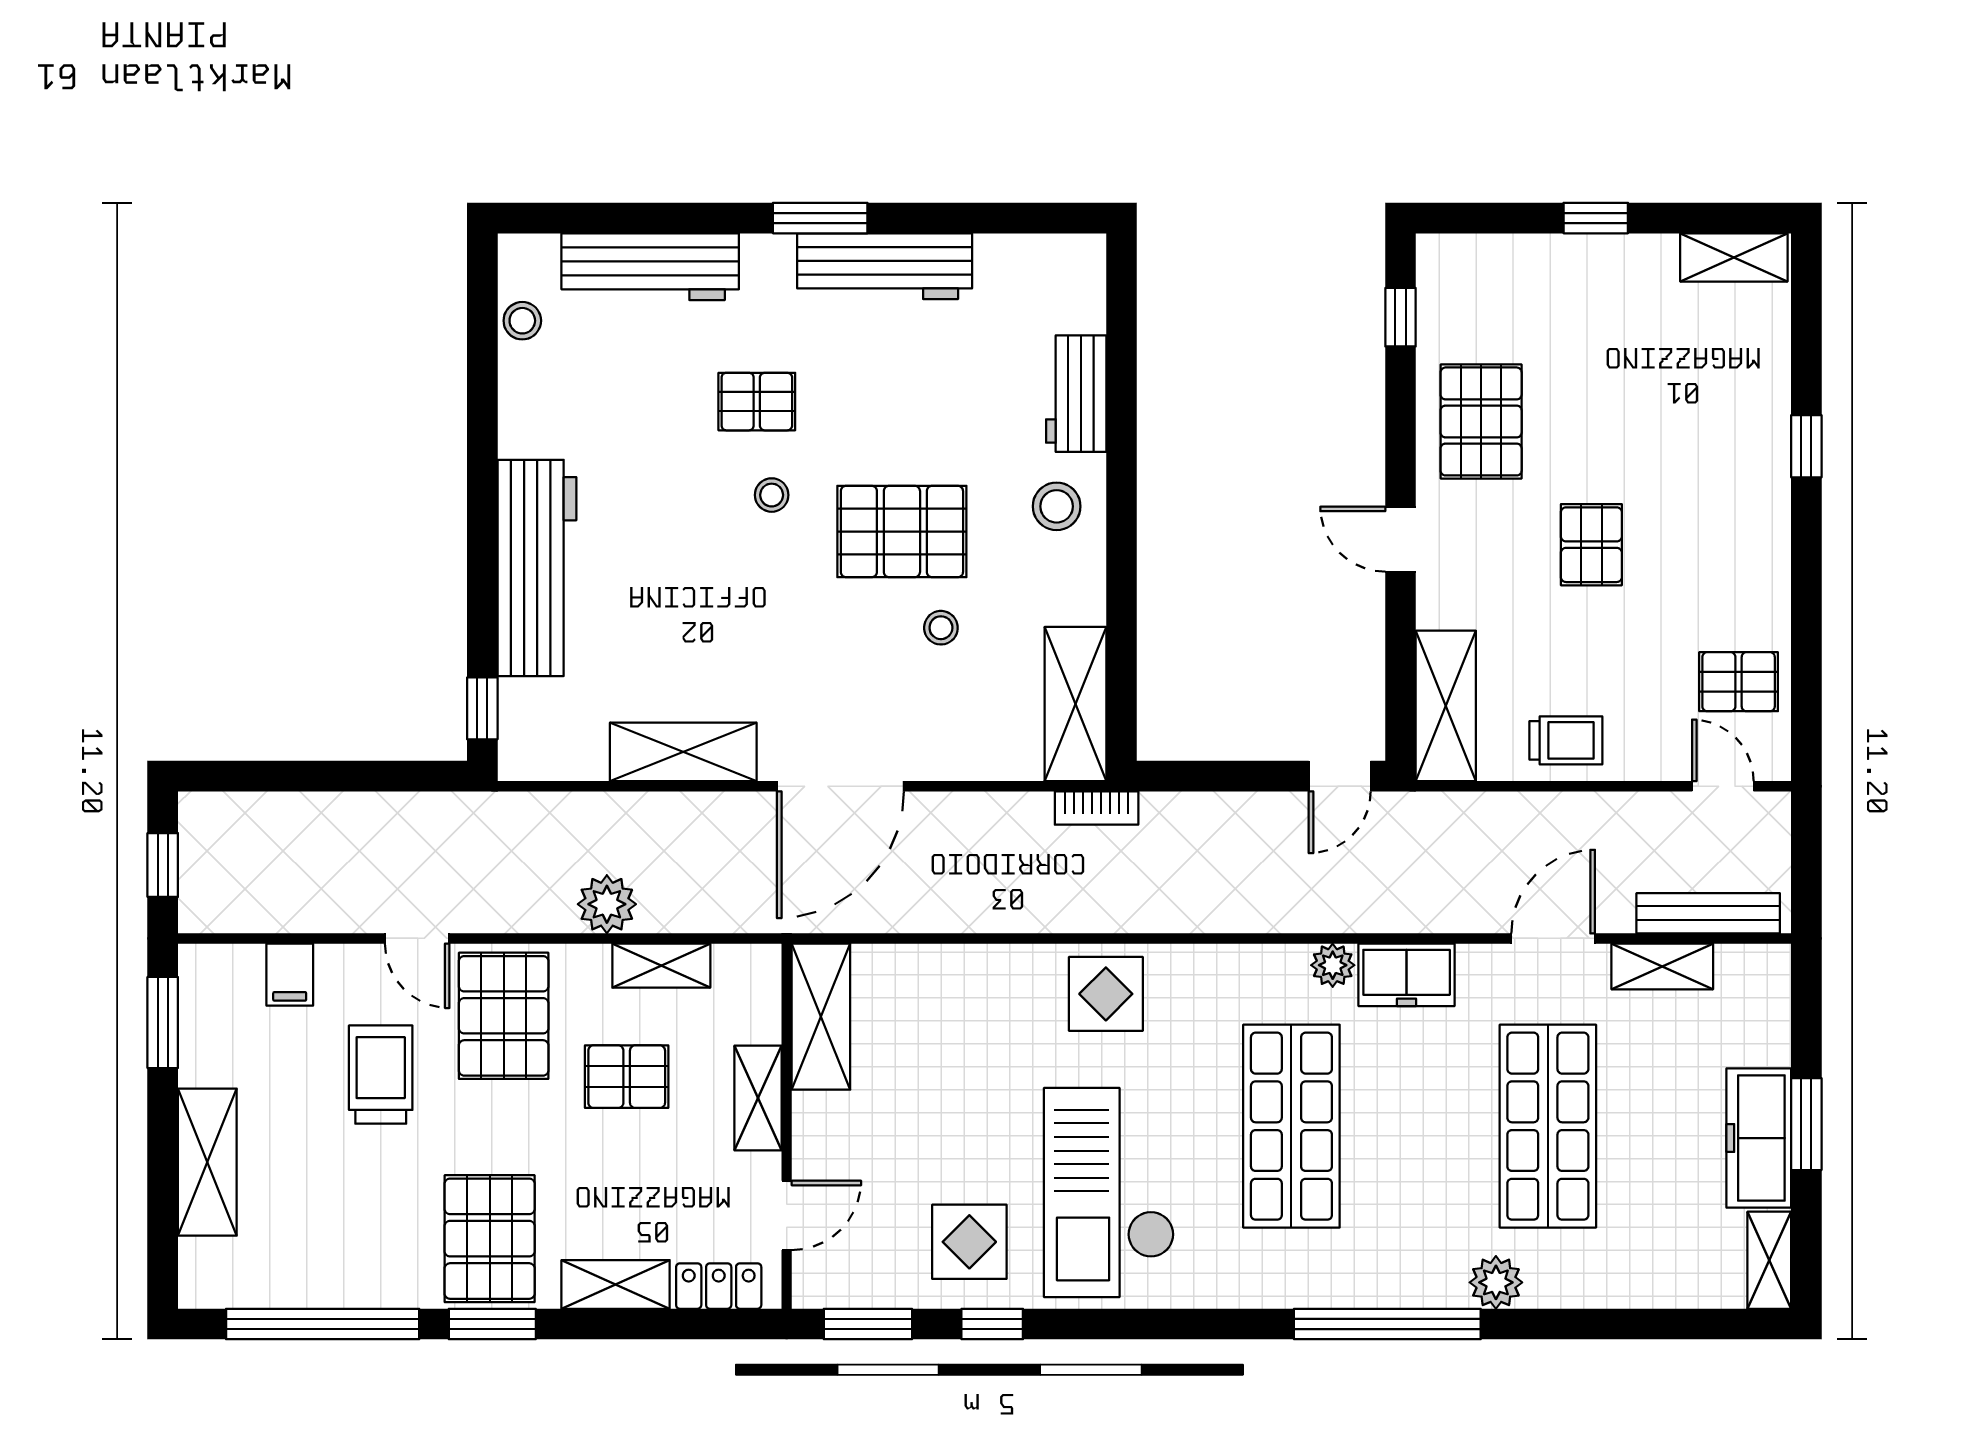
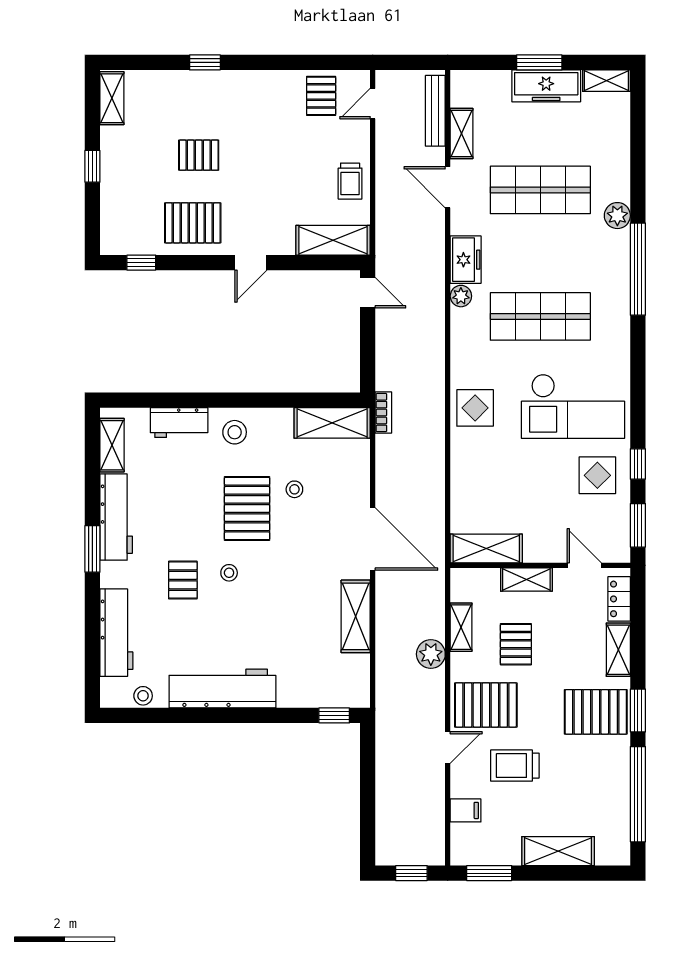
shelving: (1030, 258) -> (112, 445), added
pallet: (1591, 545) -> (199, 155), moved
workbench: (537, 568) -> (222, 689), moved
trolley: (1566, 740) -> (350, 181), turned 180

